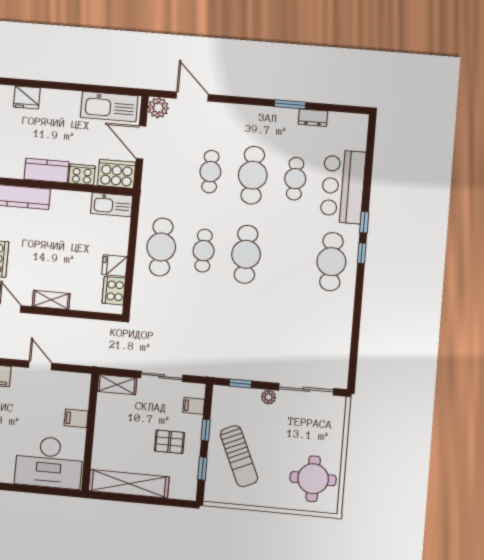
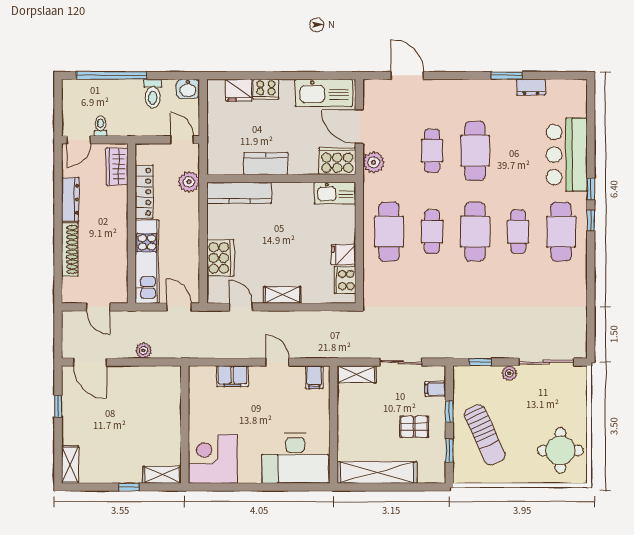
plant: (158, 108) -> (374, 162), moved
cooker: (82, 175) -> (266, 89), moved, turned 180
cafe table: (295, 179) -> (518, 232), moved
filing cabinet: (76, 418) -> (314, 377), moved, turned -90

